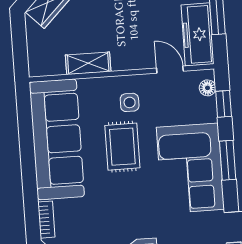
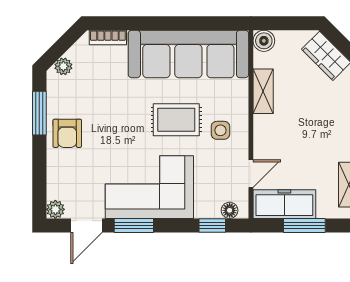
boiler: (39, 66) -> (264, 41), added
window: (228, 160) -> (134, 225), moved

